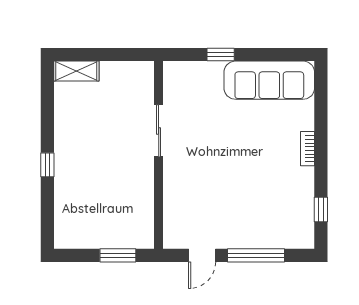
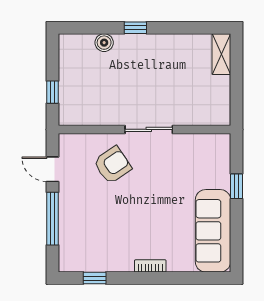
sliding door: (159, 131) -> (149, 129), moved
armchair: (197, 190) -> (112, 165), added
boiler: (64, 199) -> (104, 43), added
window: (118, 255) -> (53, 92), width x0.67

